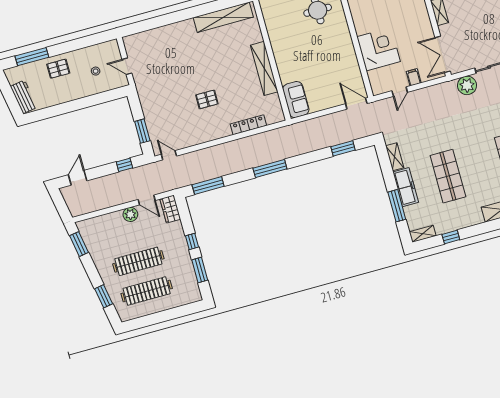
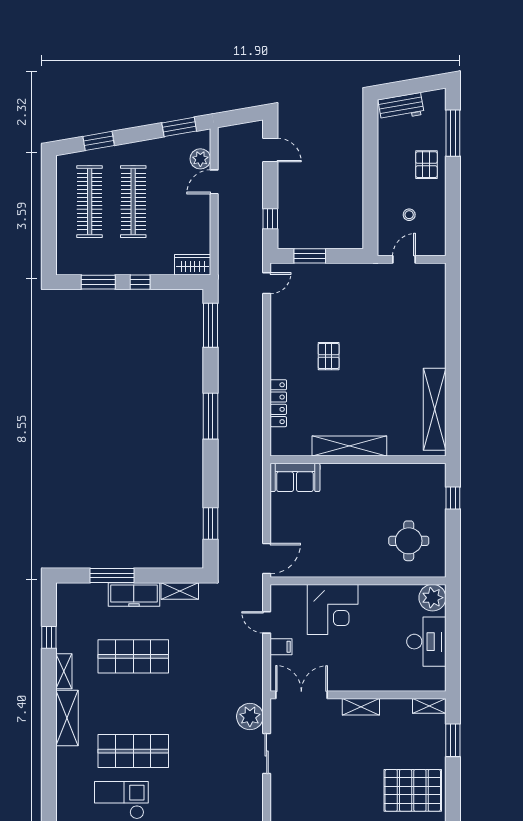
door: (147, 200) -> (214, 182), moved
plant: (130, 214) -> (200, 159), moved
shelving: (423, 234) -> (64, 671), moved

